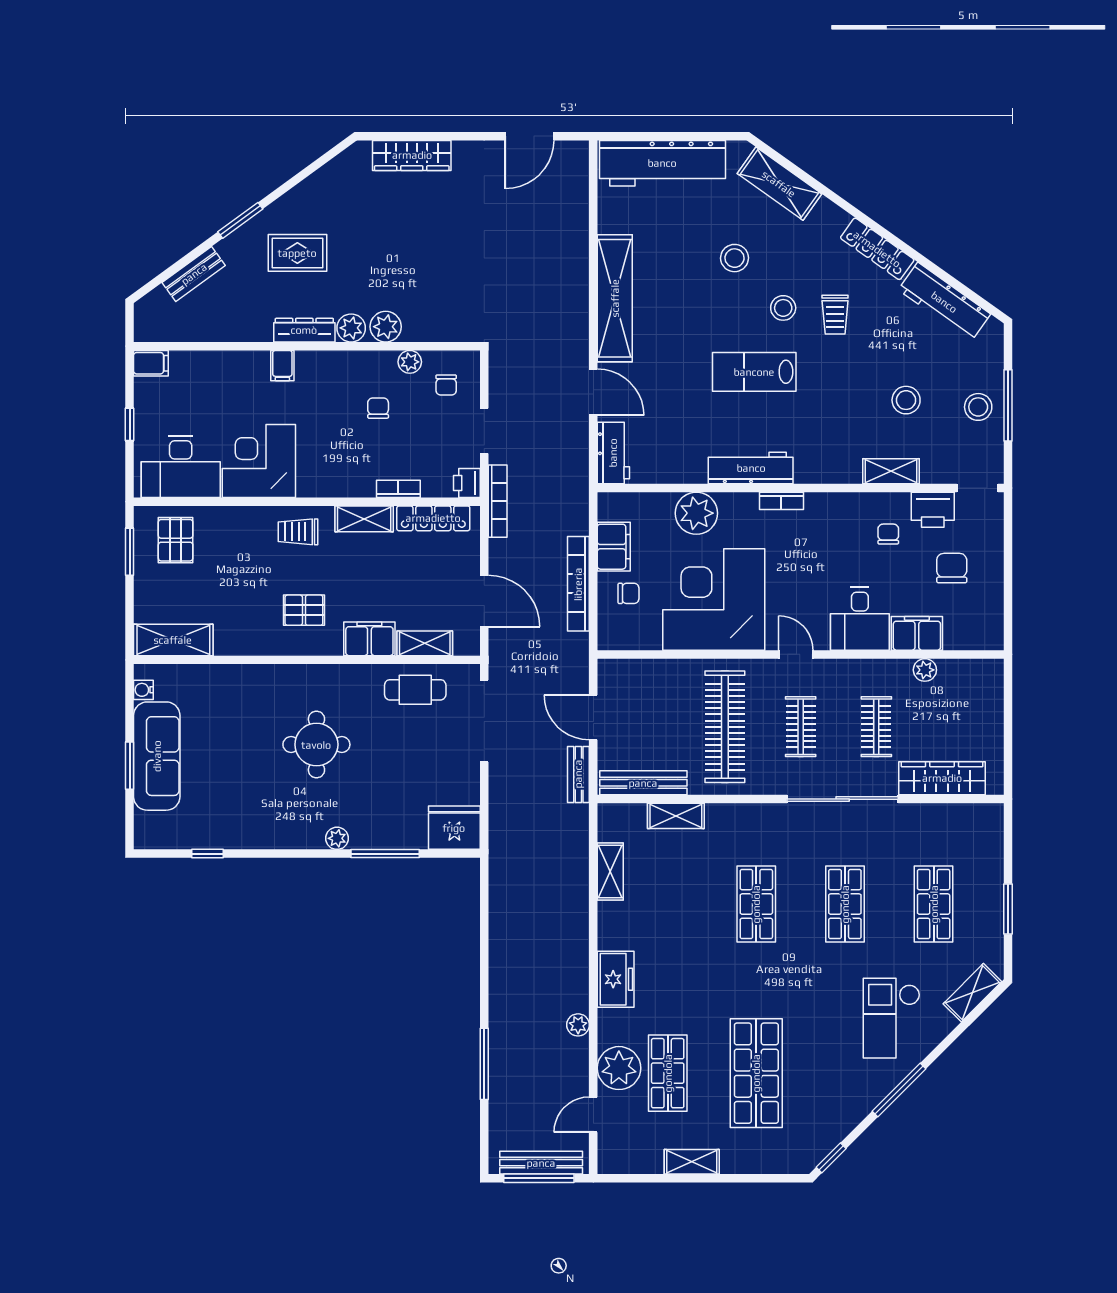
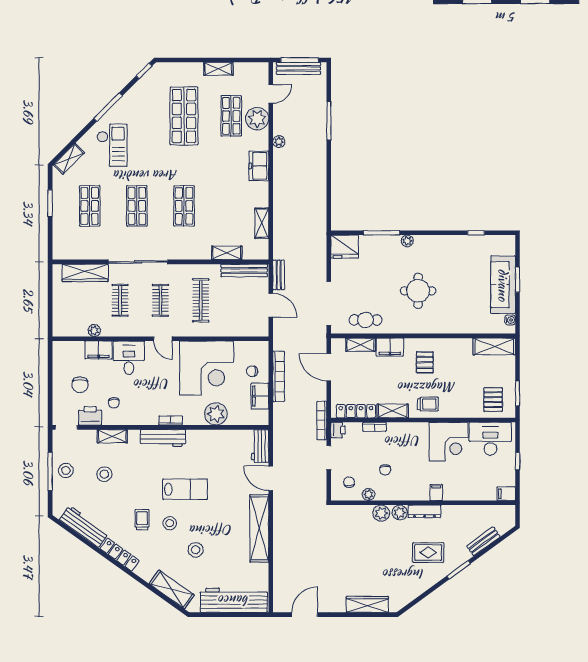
workbench: (751, 468) -> (163, 438), moved
pallet: (304, 610) -> (425, 362), turned 90
clothes rail: (725, 727) -> (201, 300), width x0.73, depth x0.76

